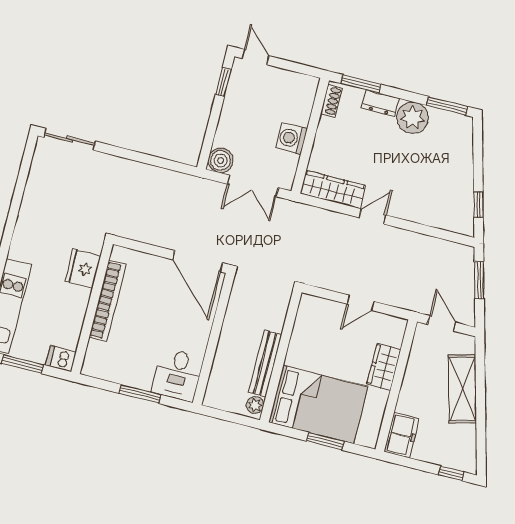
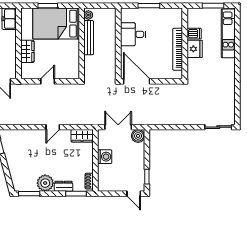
wardrobe: (333, 189) -> (82, 136), width x0.67
fridge: (83, 269) -> (195, 49), moved
dishwasher: (61, 359) -> (194, 34), moved
desk: (178, 375) -> (133, 34), moved, turned -90

